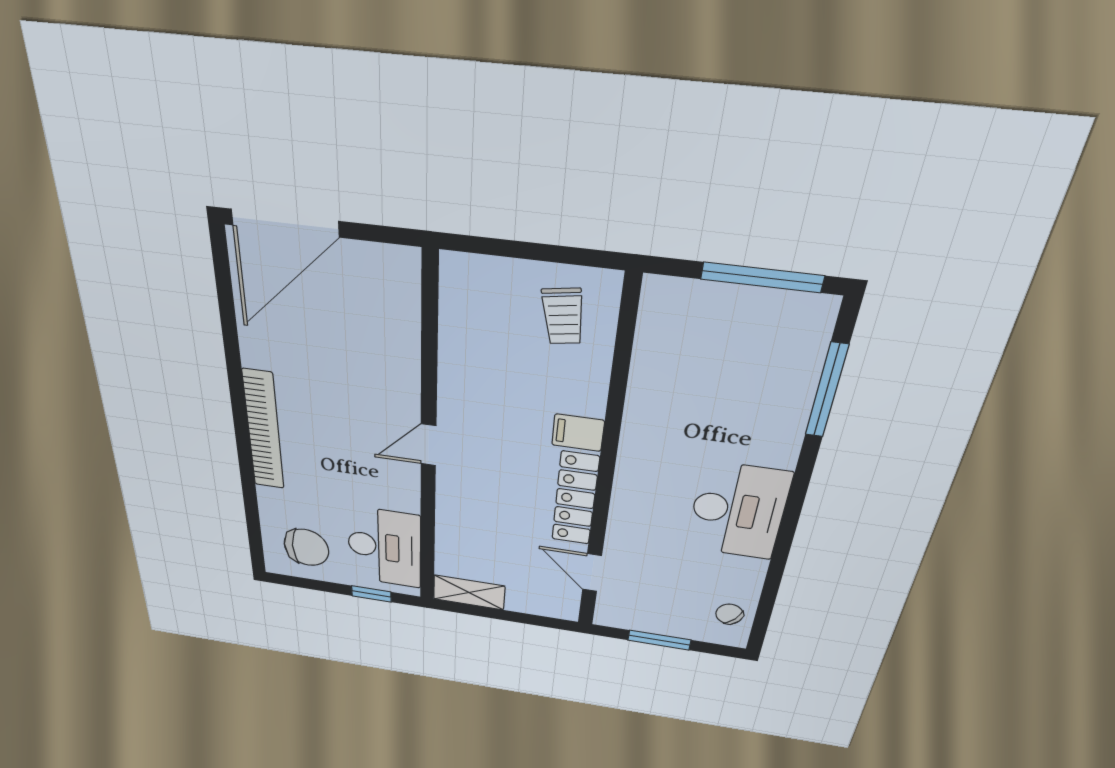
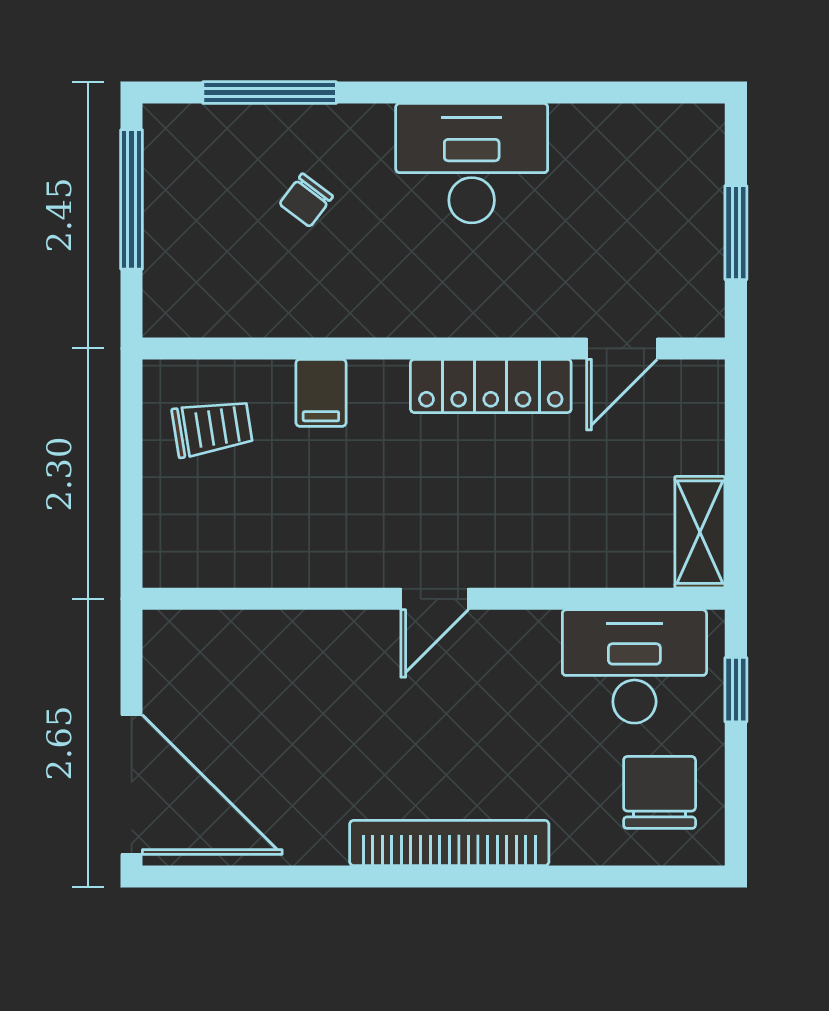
filing cabinet: (578, 433) -> (321, 393), moved
door: (428, 445) -> (435, 599), hinge flipped
chair: (729, 614) -> (306, 200), moved

